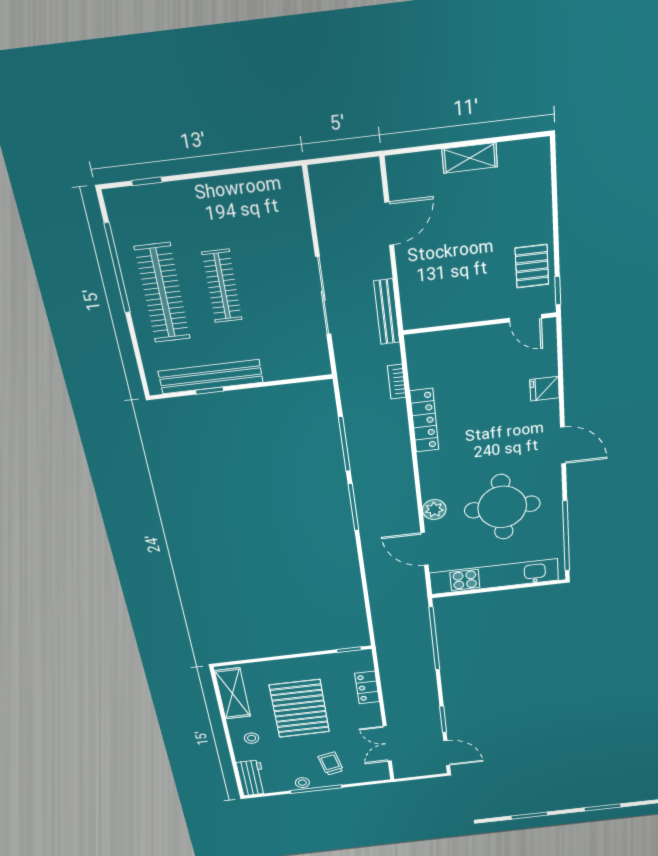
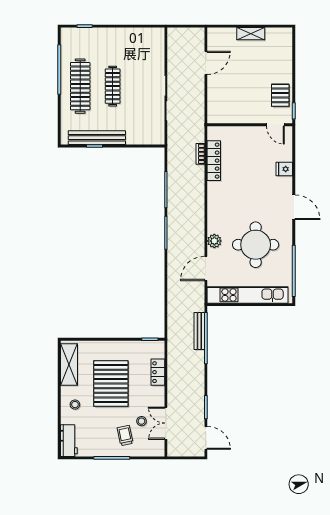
bench: (387, 312) -> (199, 331), moved
locker: (424, 420) -> (214, 161), moved
door: (425, 549) -> (206, 268), hinge flipped
stool: (302, 783) -> (142, 421), moved

